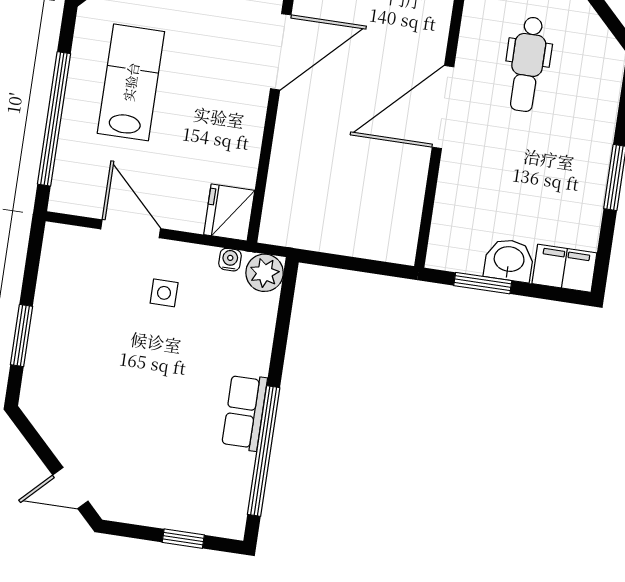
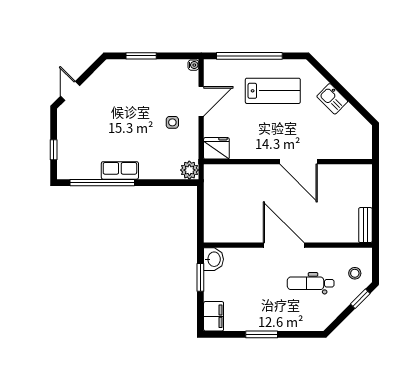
water cooler: (230, 260) -> (193, 65), moved
washbasin: (509, 260) -> (214, 259), moved

